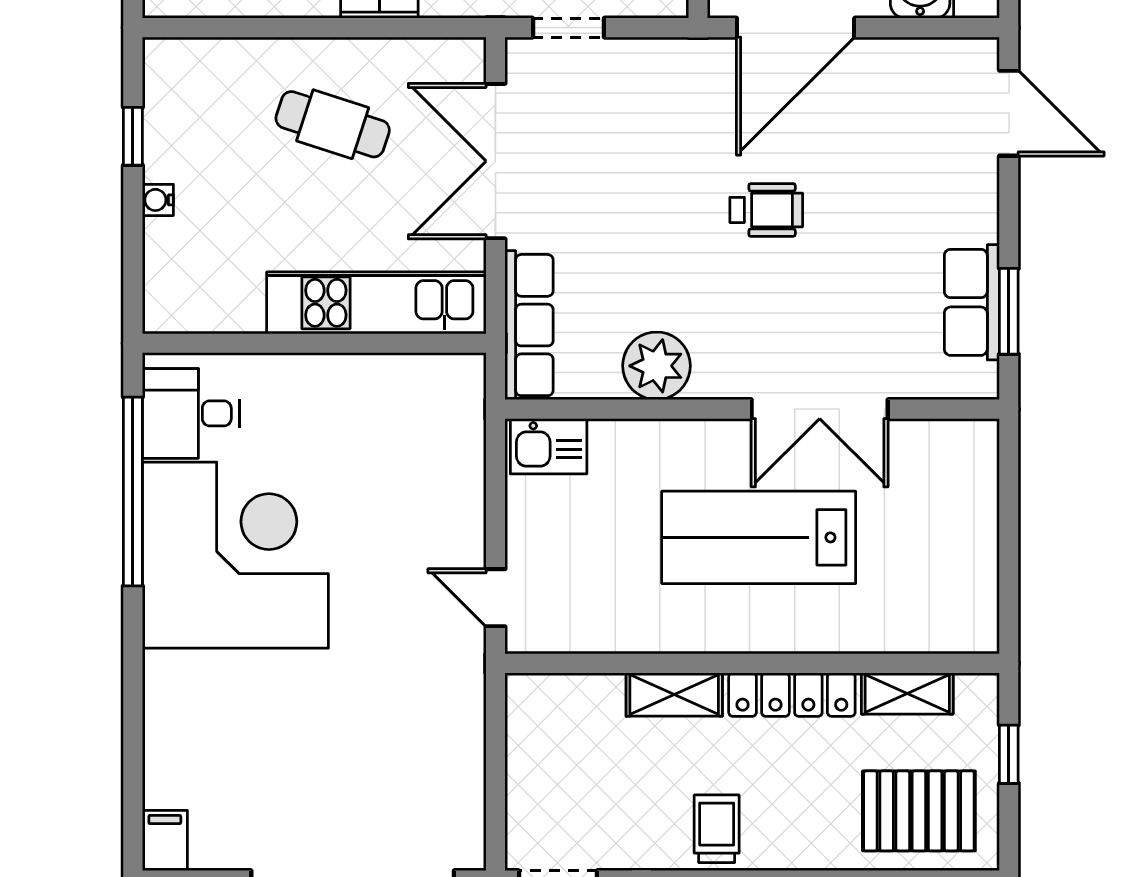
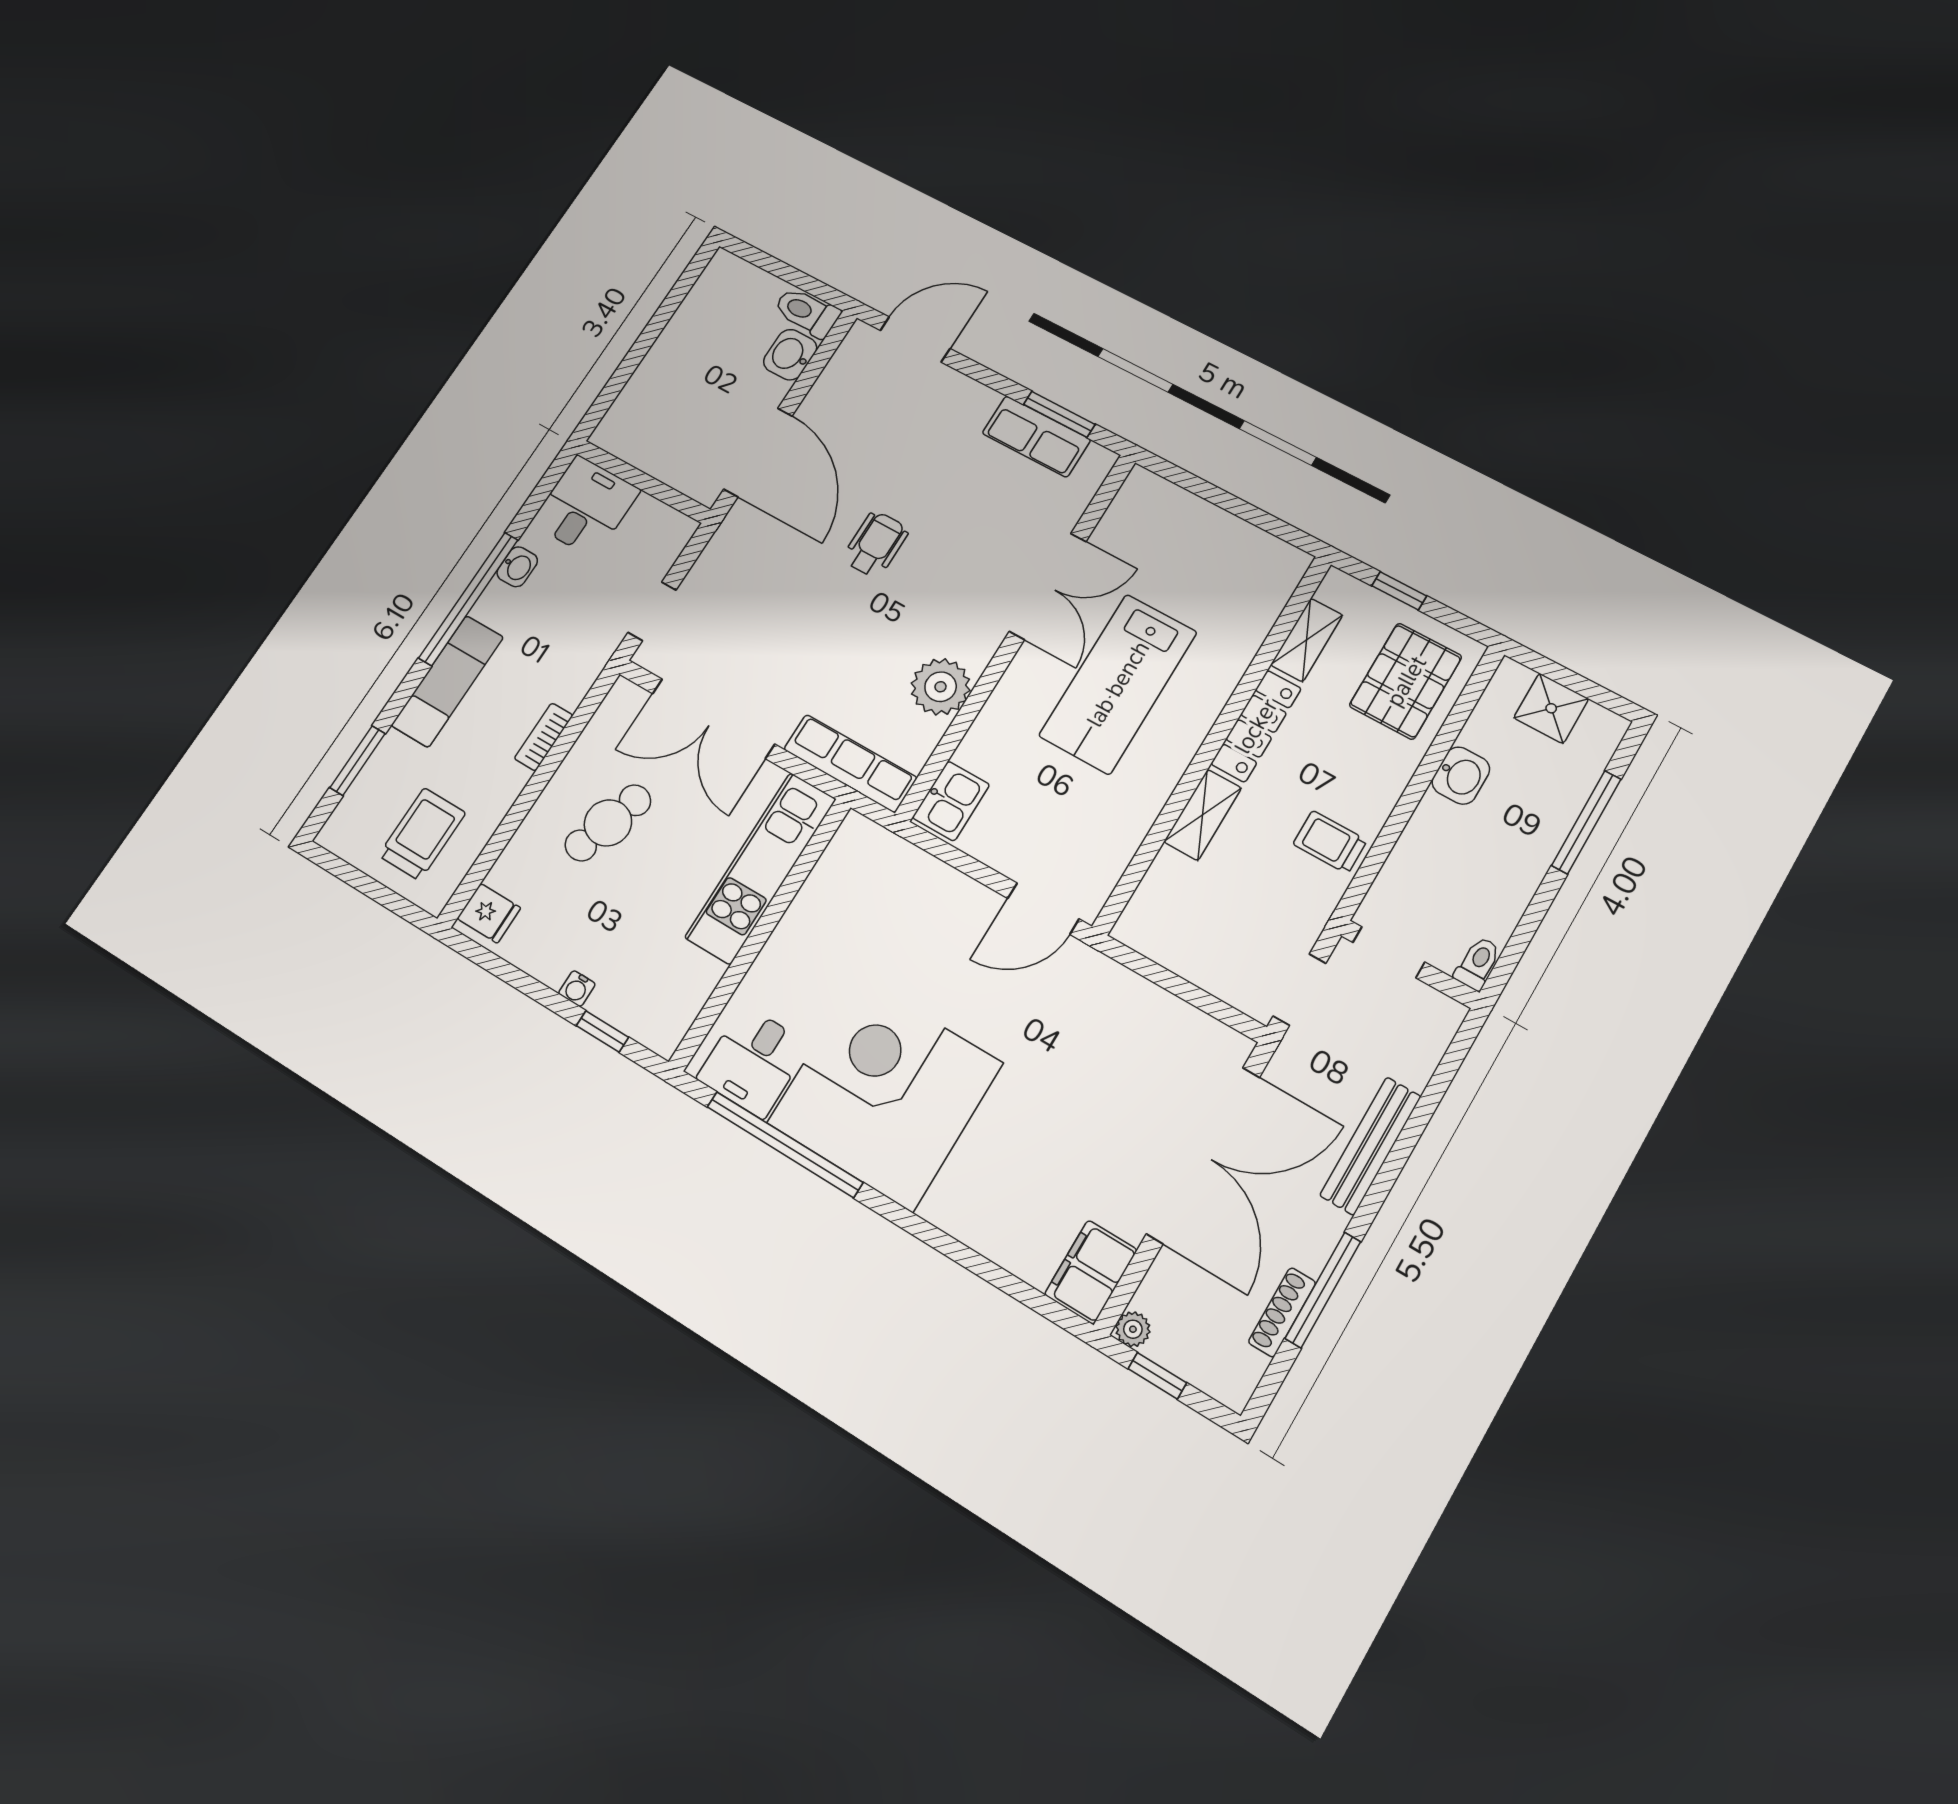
fridge: (178, 65) -> (489, 913), added
window: (133, 136) -> (602, 1031), moved
door: (495, 598) -> (1043, 909), width x1.38
filing cabinet: (165, 841) -> (1091, 1272), width x2.00

